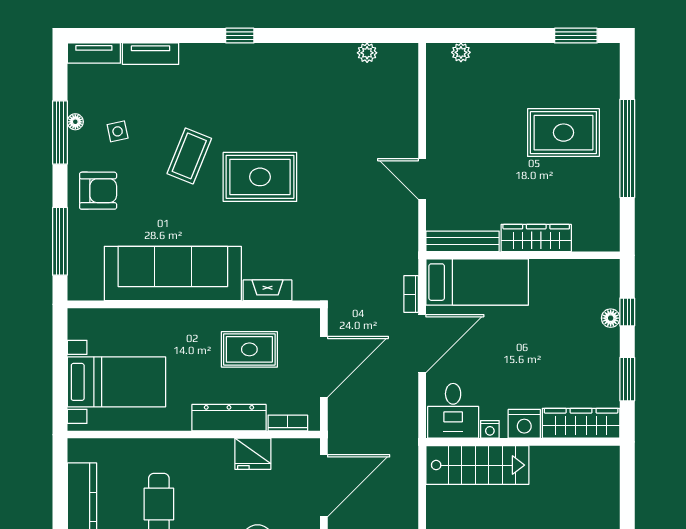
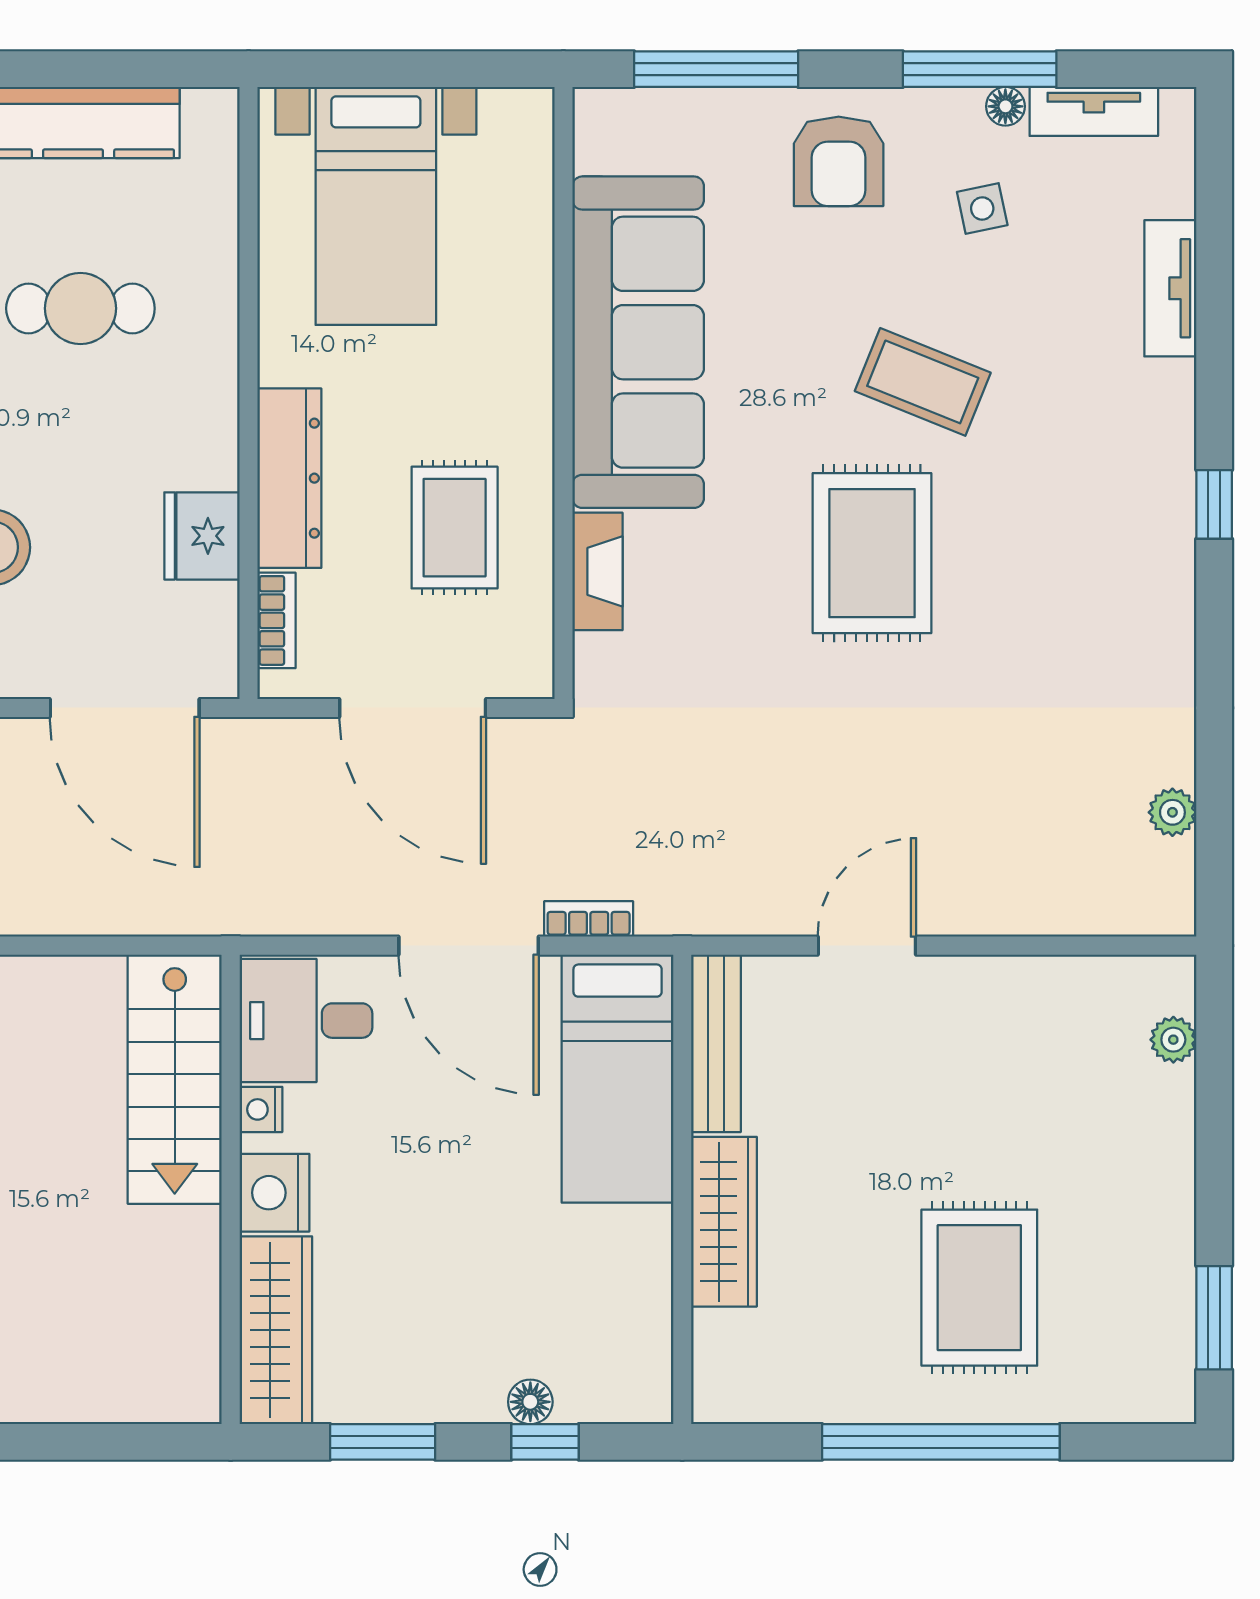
tv unit: (94, 53) -> (1094, 111), moved, turned -90

